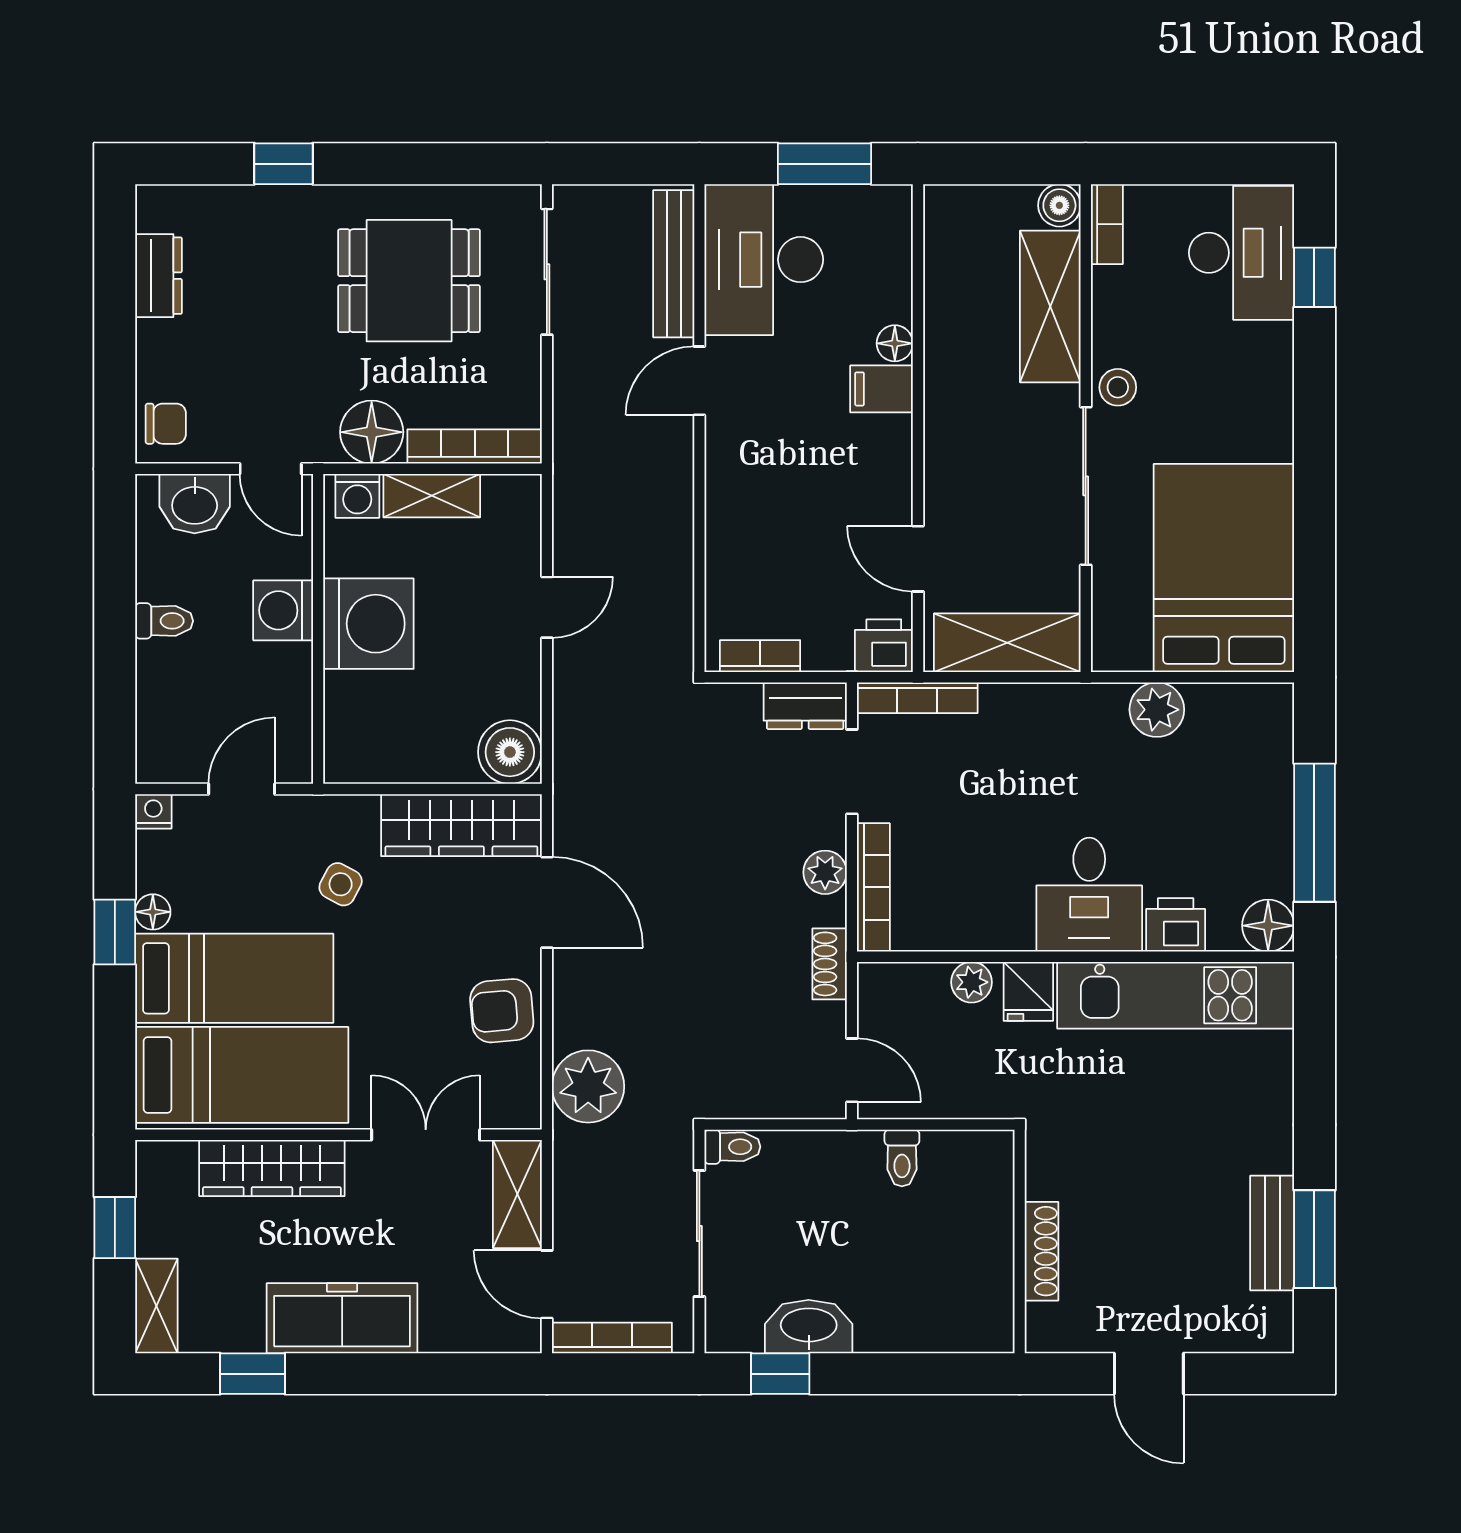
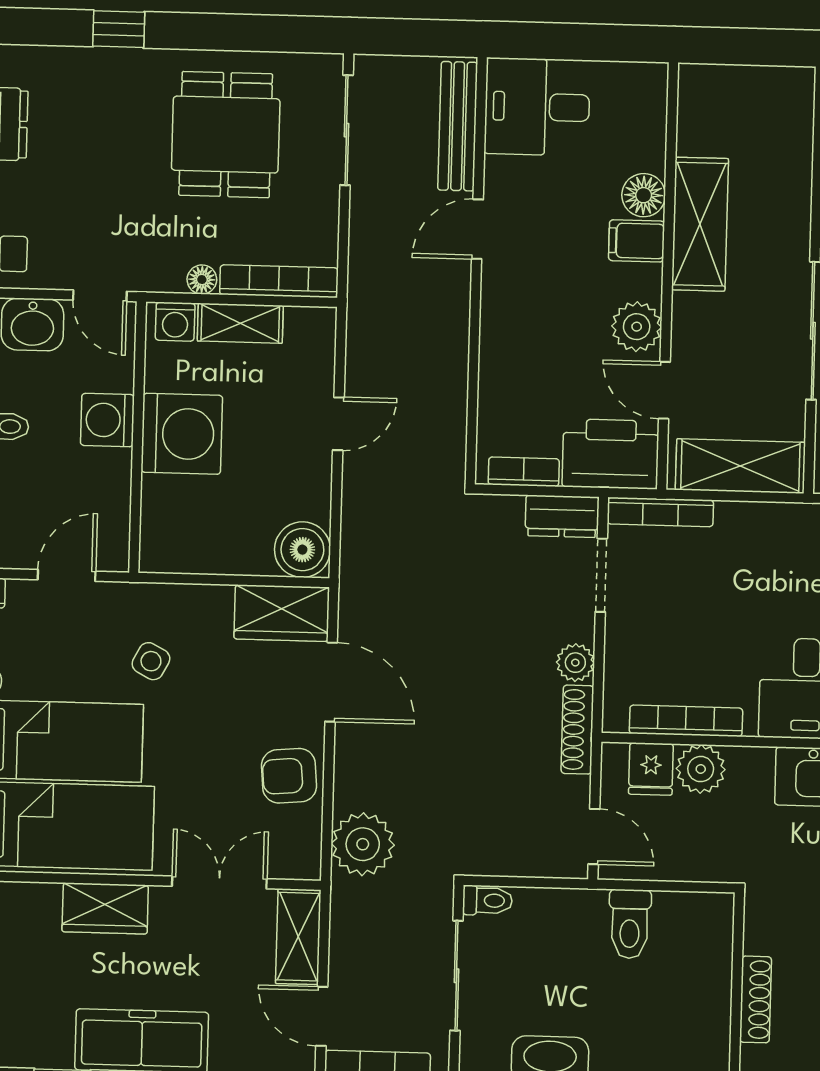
window: (824, 164) -> (592, 42), removed
boiler: (1059, 205) -> (797, 84), removed
desk: (764, 260) -> (537, 107), width x0.73
dining table: (409, 281) -> (226, 135), turned 90
shelving: (1050, 306) -> (700, 224), moved
floor lamp: (895, 343) -> (644, 195), width x1.37, depth x1.37
floor lamp: (372, 432) -> (202, 280), width x0.53, depth x0.53
plant: (884, 487) -> (637, 327), added
printer: (884, 646) -> (611, 454), width x1.87, depth x1.48
wardrobe: (461, 825) -> (282, 613), width x0.67
bookcase: (873, 887) -> (686, 721), moved, turned -90
shoe rack: (830, 964) -> (577, 730), width x1.43
plant: (972, 982) -> (701, 769), width x1.38, depth x1.38
fridge: (1028, 991) -> (651, 769), moved
toilet: (902, 1158) -> (630, 924), width x1.37, depth x1.39
wardrobe: (272, 1168) -> (105, 908), width x0.67

